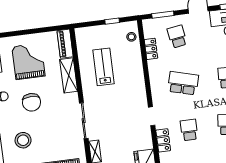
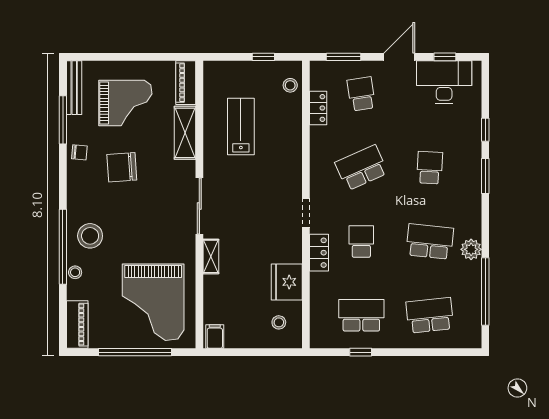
grand piano: (28, 61) -> (125, 103), turned 90
school desk: (183, 83) -> (361, 168), turned -39
chair: (32, 102) -> (122, 167), turned 86
stool: (23, 140) -> (90, 236), moved

